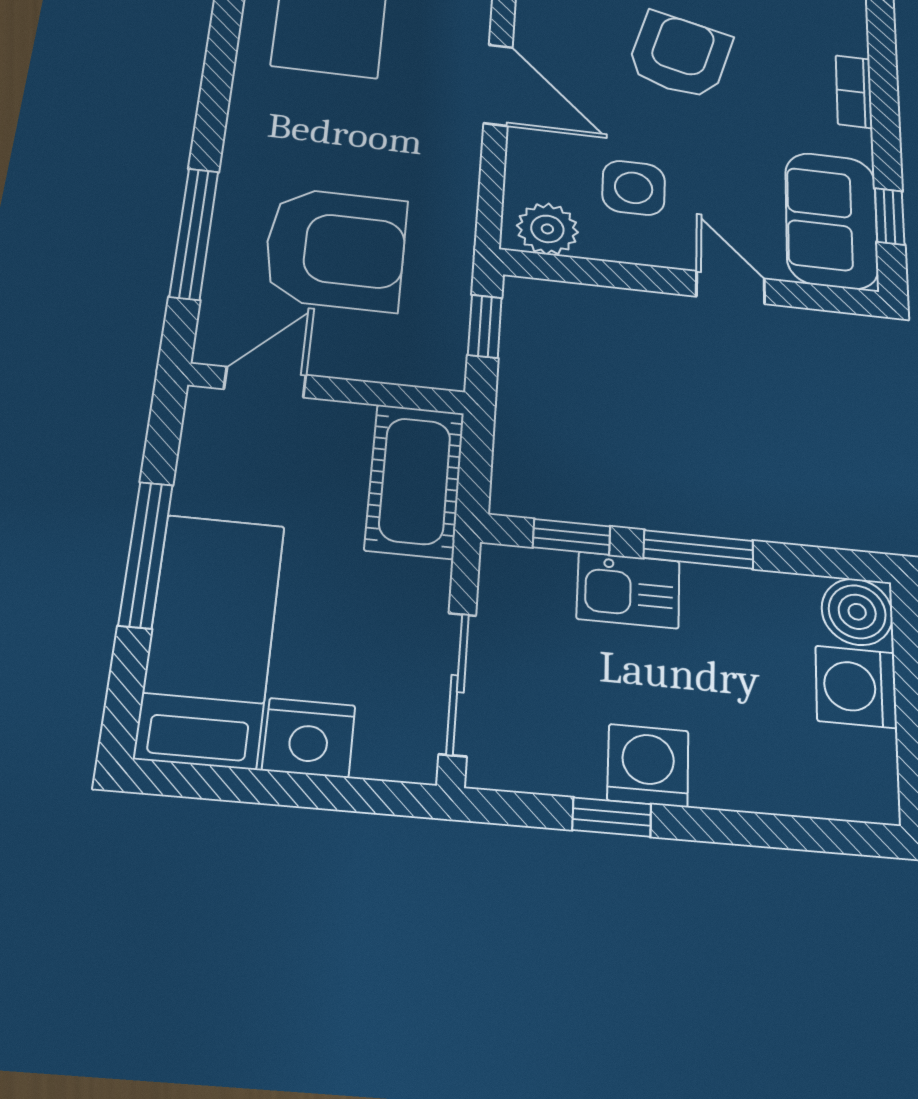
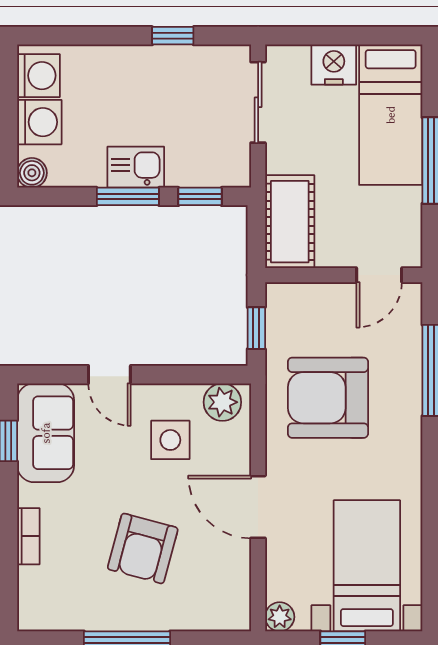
armchair: (335, 249) -> (328, 398), moved
kitchen sink: (628, 590) -> (136, 167), moved
boiler: (857, 612) -> (32, 173), width x0.73, depth x0.73
washing machine: (648, 765) -> (38, 76), moved, turned -90

